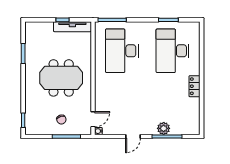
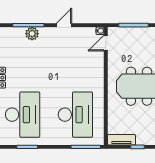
tv unit: (72, 27) -> (121, 140), width x0.71
chair: (61, 120) -> (139, 43), removed

